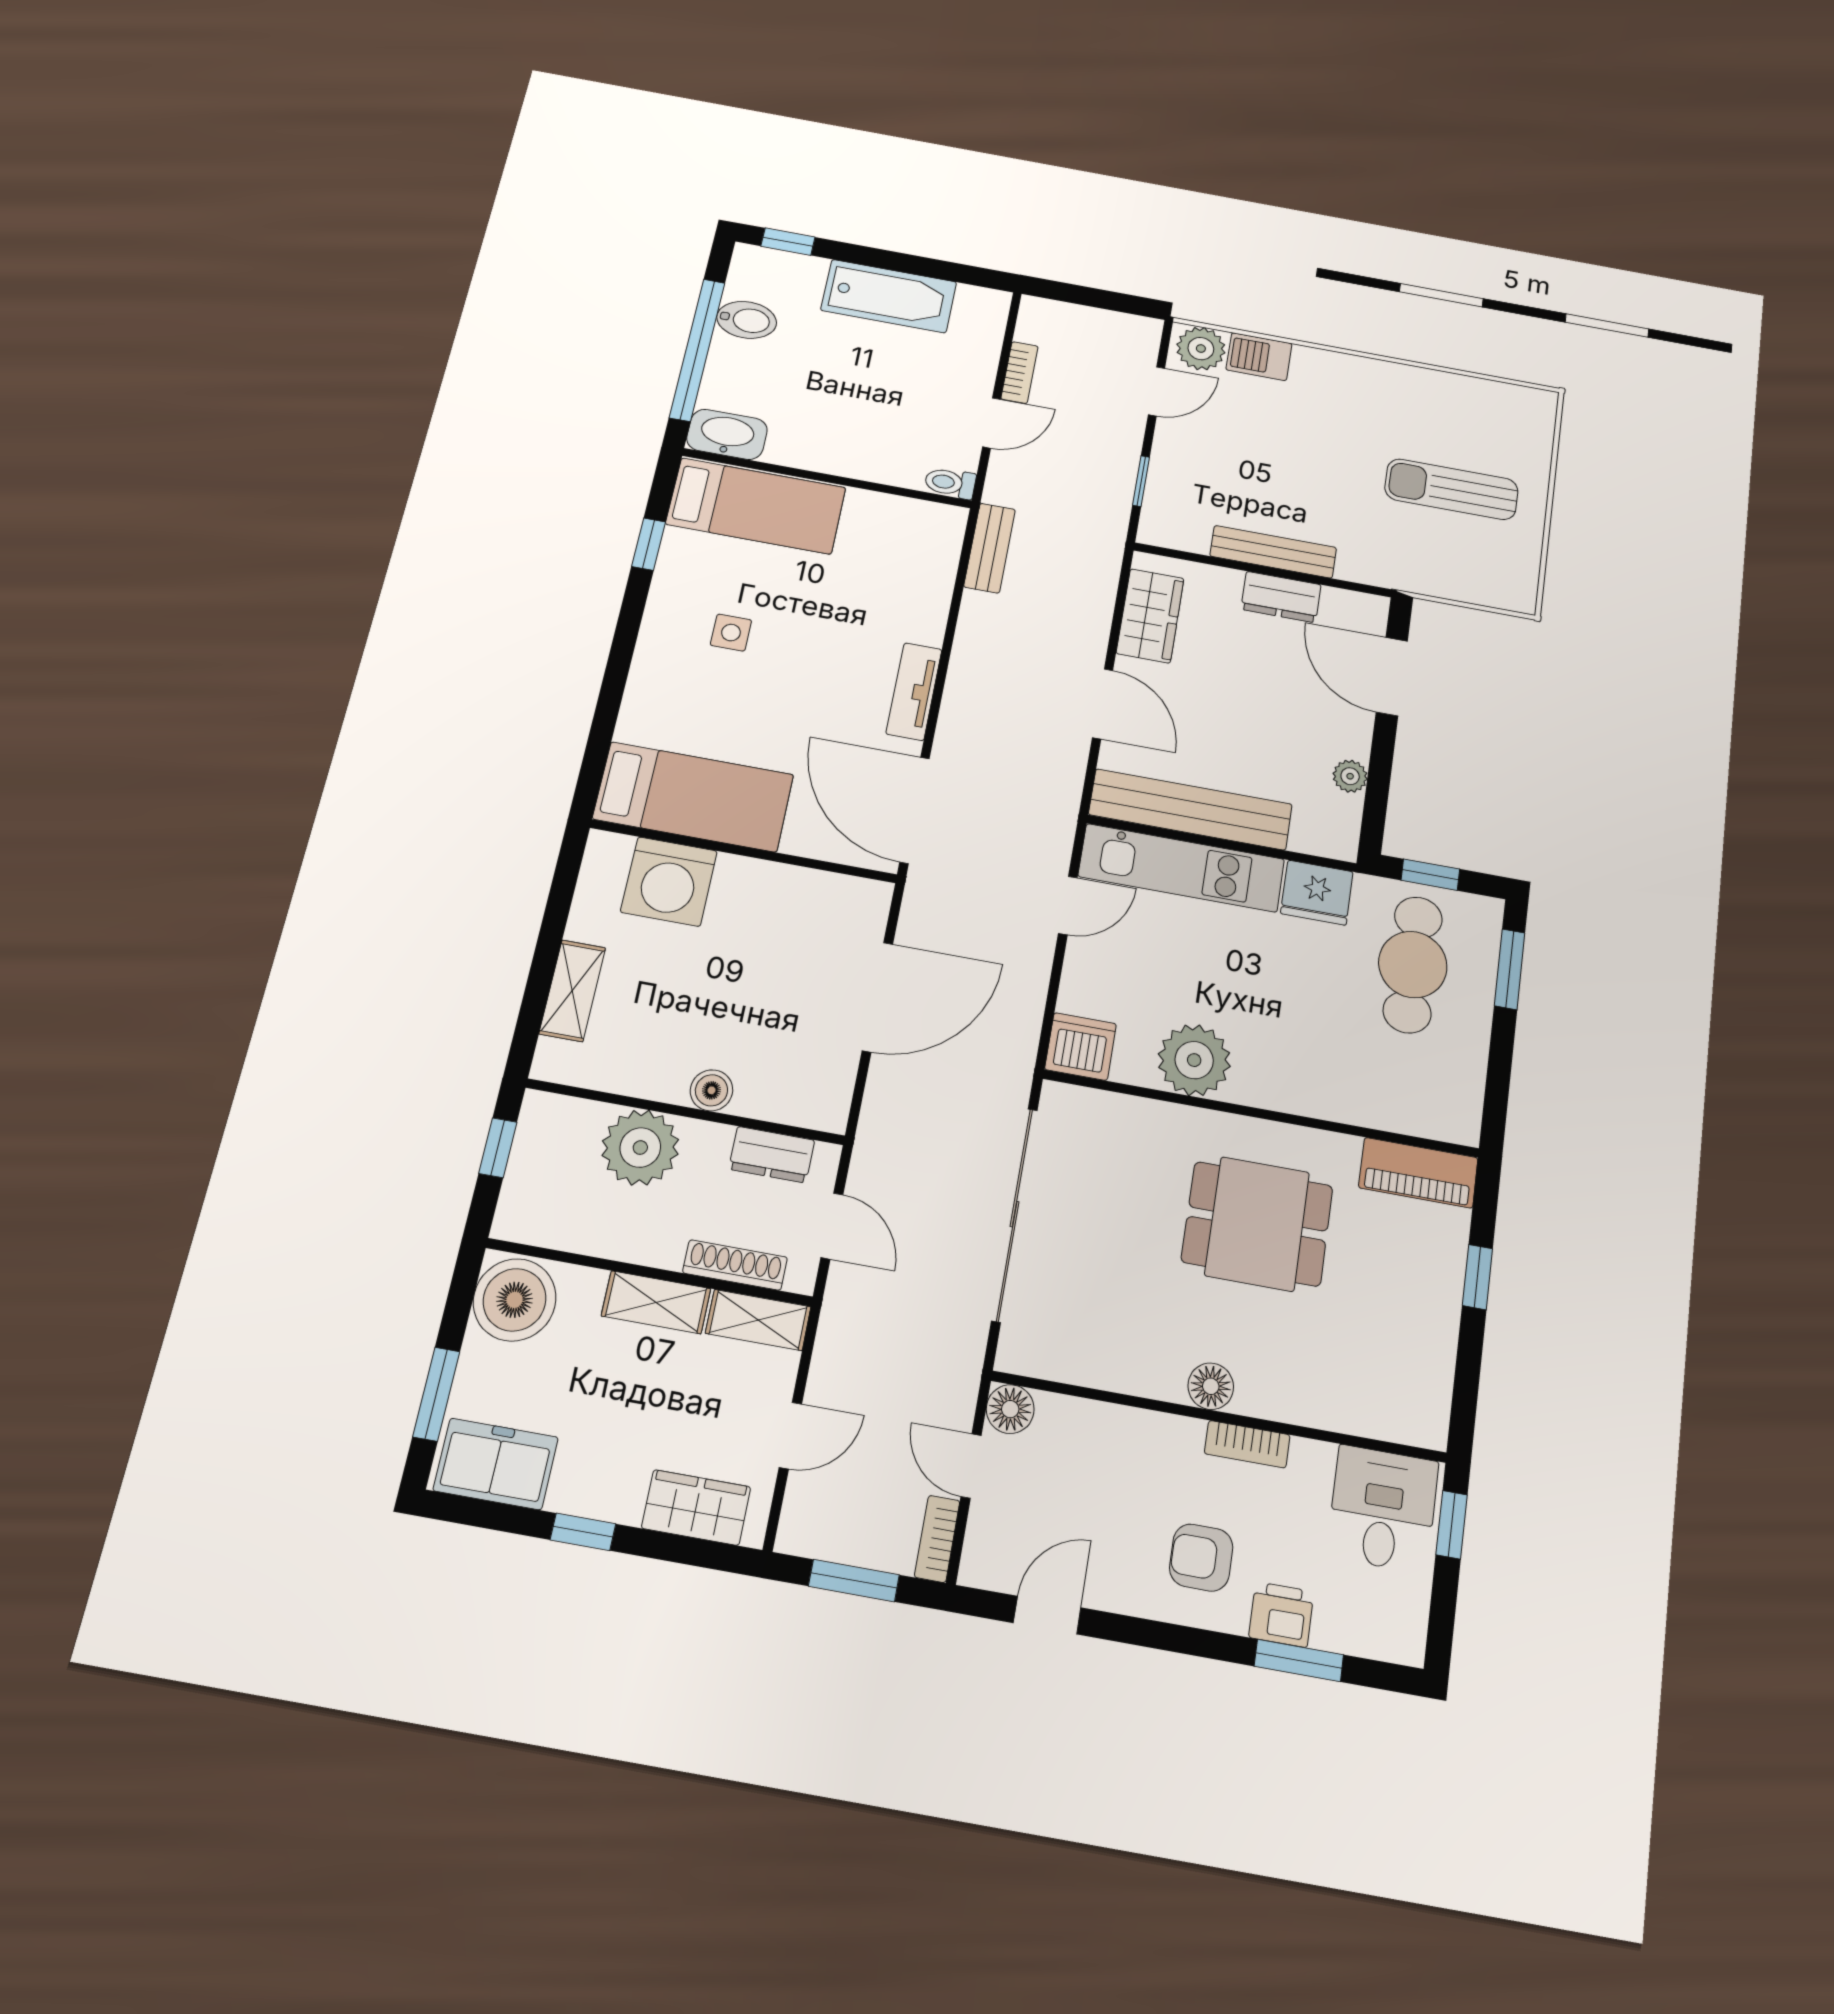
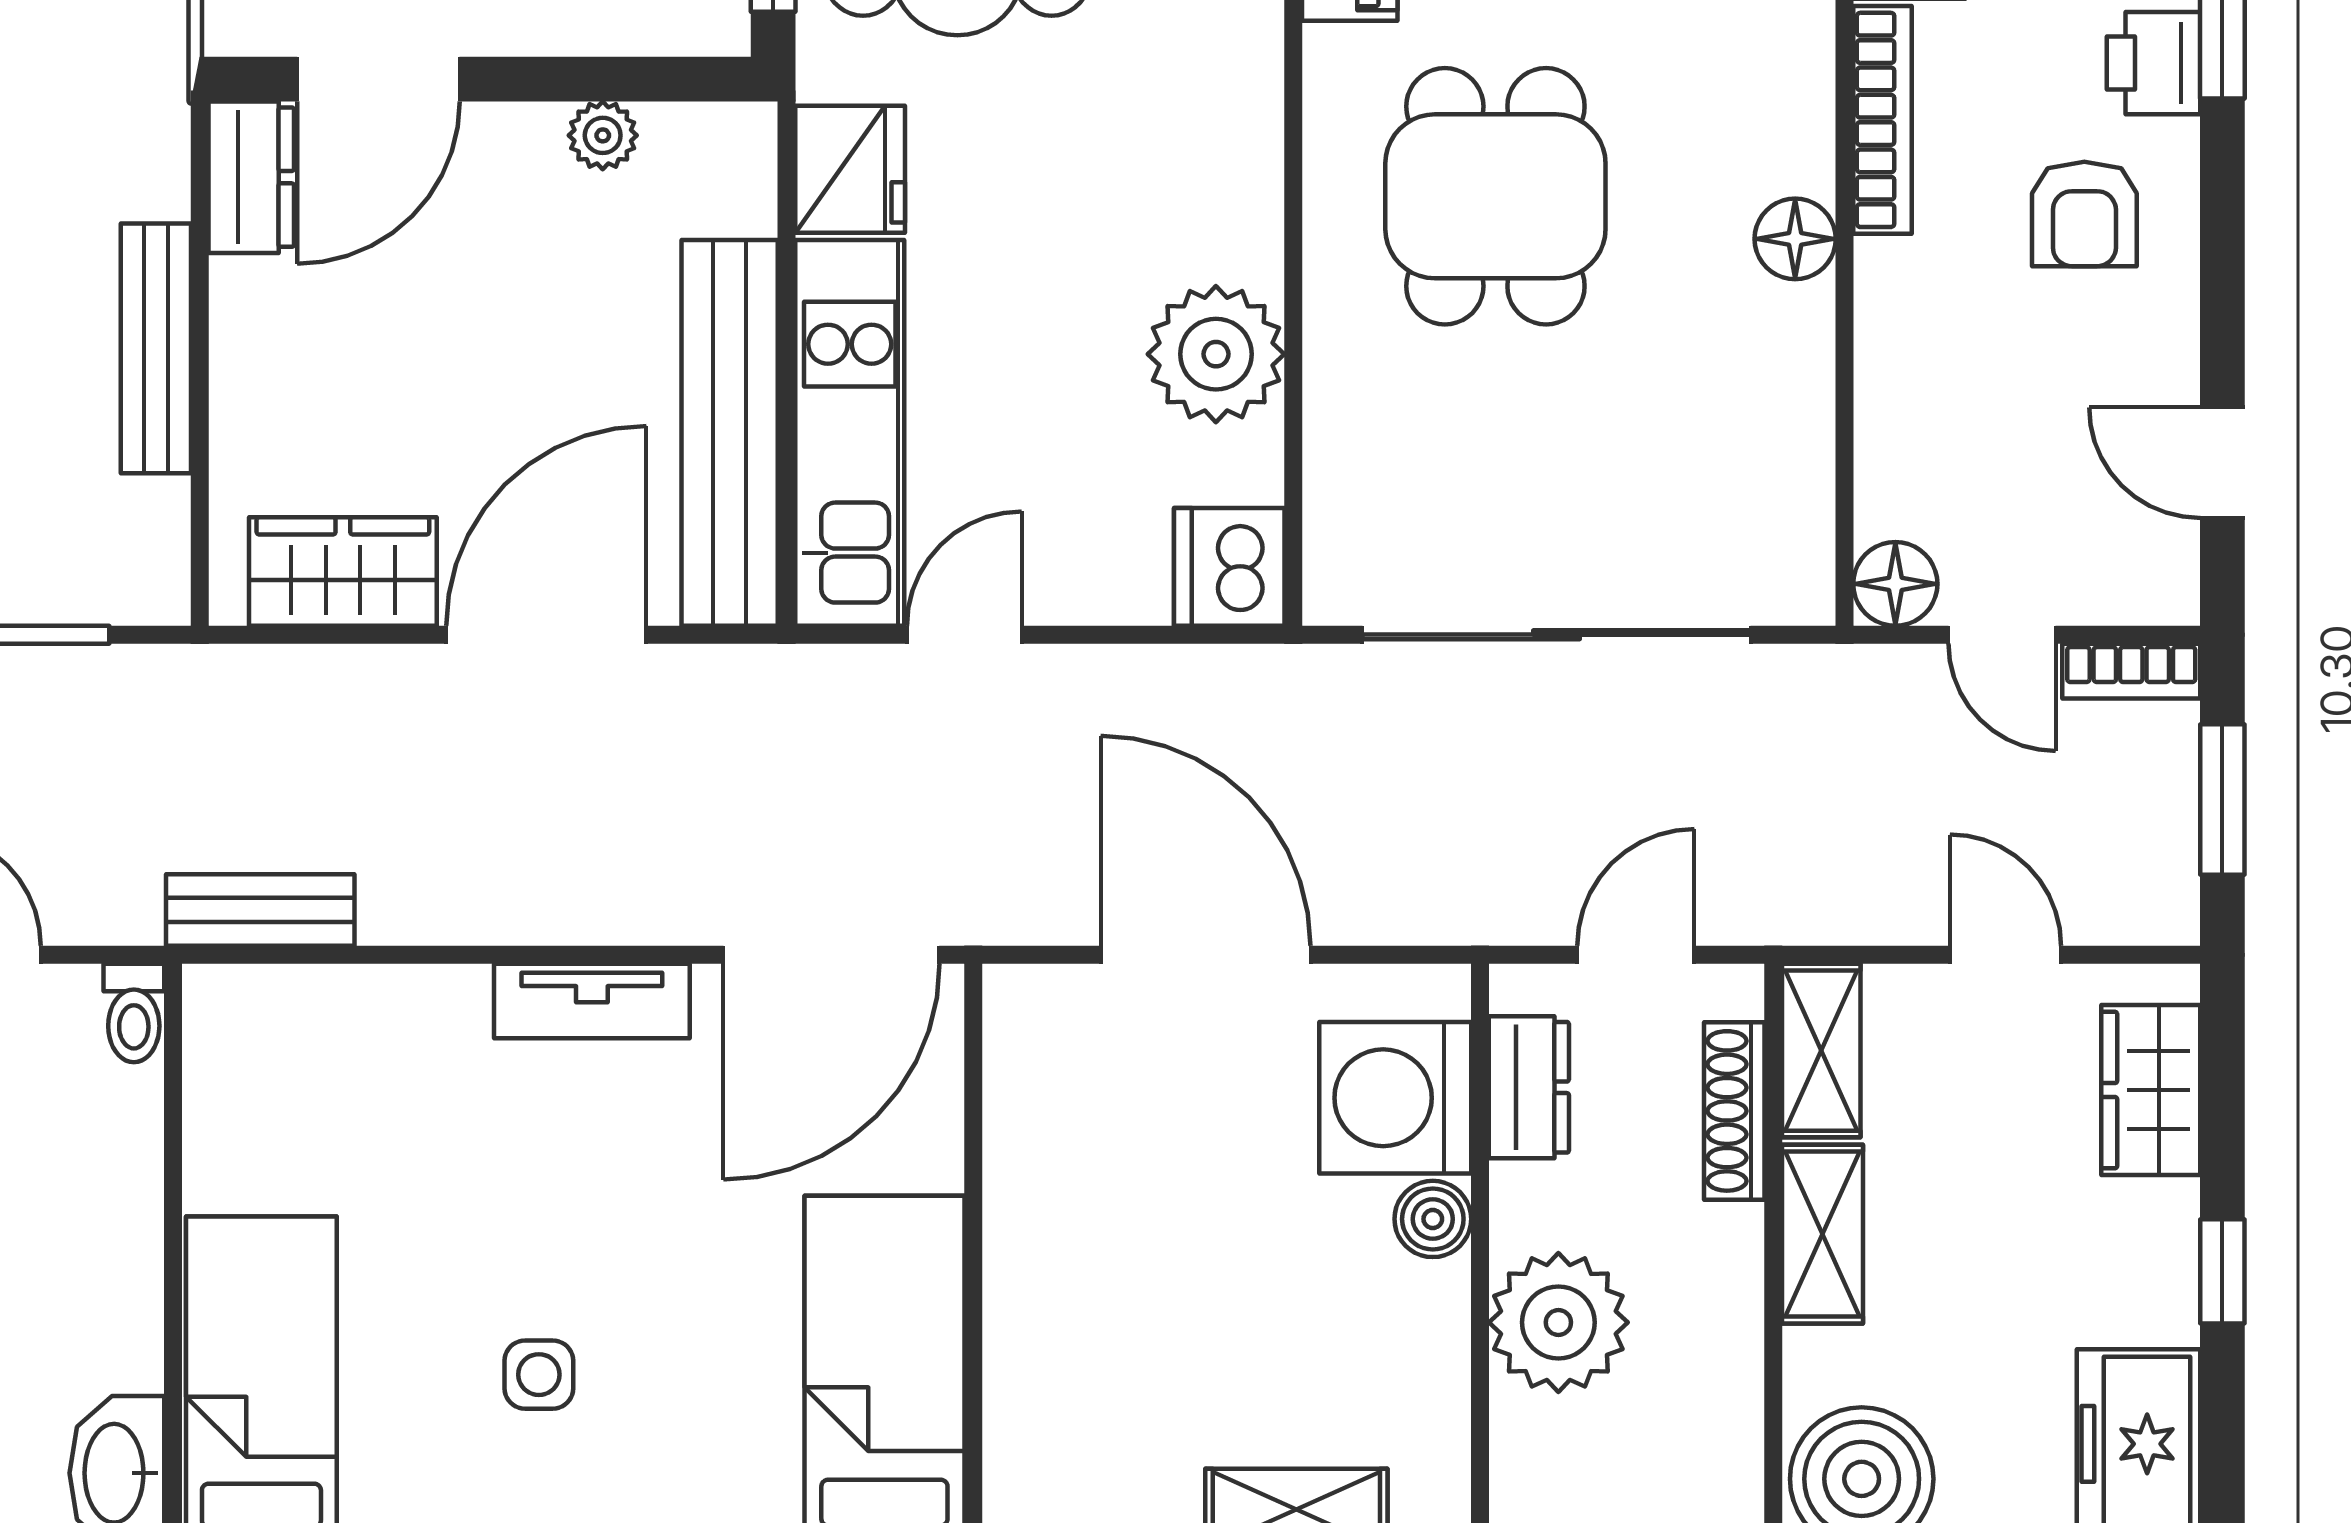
dresser: (1281, 597) -> (251, 177), moved
door: (1103, 704) -> (546, 635), width x1.36
washing machine: (669, 882) -> (1395, 1098), moved, turned 180
door: (1068, 906) -> (964, 635), hinge flipped
bookcase: (1247, 1444) -> (1883, 120), width x1.56
door: (971, 1466) -> (2002, 635), hinge flipped

